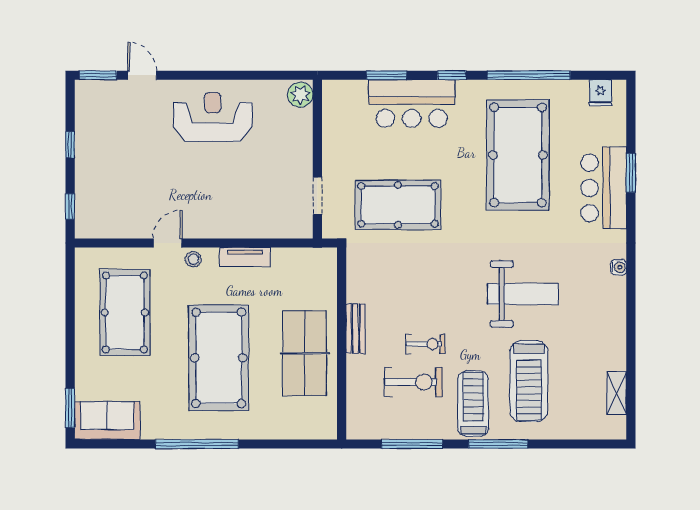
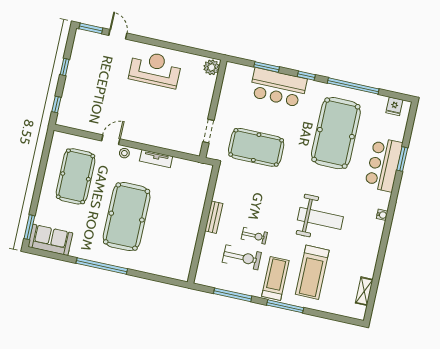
table tennis table: (305, 353) -> (179, 225), removed

